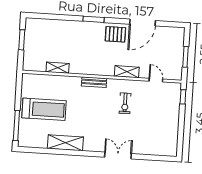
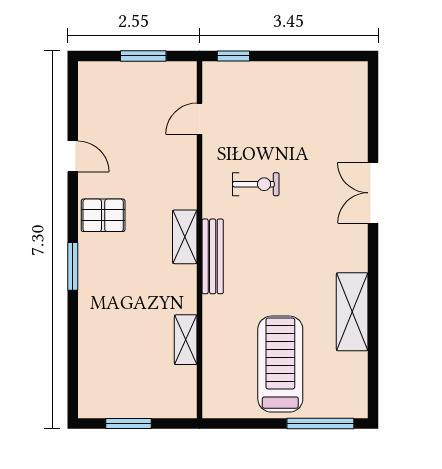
door: (143, 22) -> (73, 156), width x0.53
pallet: (115, 34) -> (103, 215), turned 90
shelving: (127, 72) -> (185, 237), moved
bench: (94, 82) -> (213, 256), width x1.36

